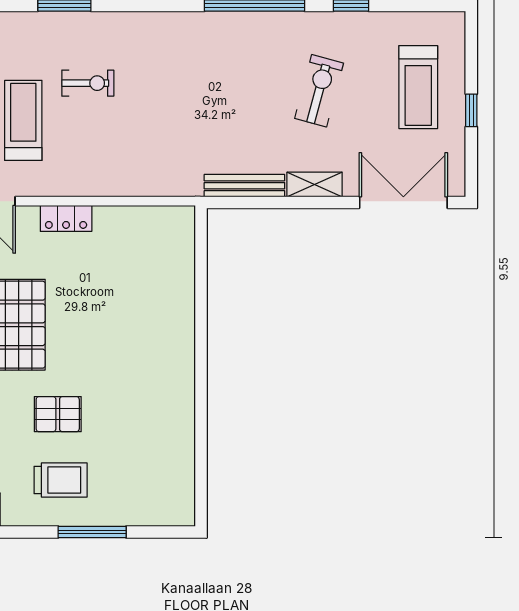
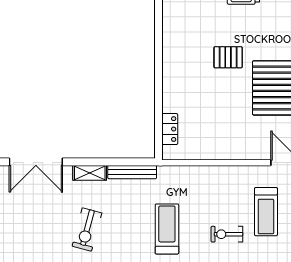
treadmill: (418, 87) -> (167, 229), moved
locker: (66, 218) -> (170, 129), moved, turned 90
pallet: (58, 414) -> (228, 57), moved

